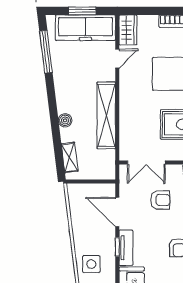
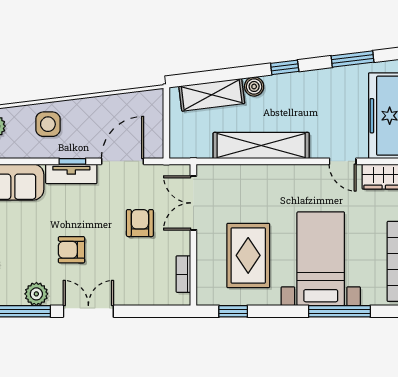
window: (46, 52) -> (353, 59), width x0.69
window: (52, 99) -> (285, 67), added
shelving: (70, 157) -> (212, 95), width x1.50, depth x1.33
armchair: (160, 200) -> (140, 223), turned 180

